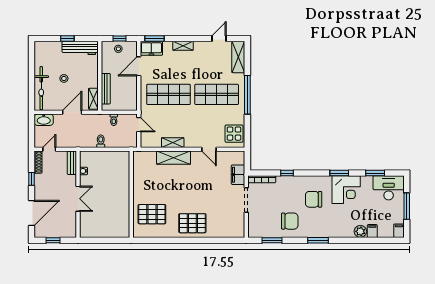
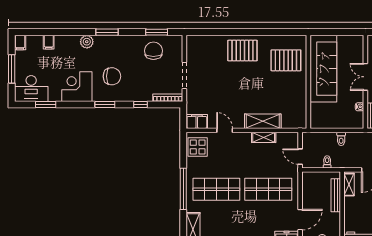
window: (339, 173) -> (105, 105), moved
filing cabinet: (238, 175) -> (197, 121), moved, turned -90
sofa: (117, 206) -> (323, 69), added
chair: (290, 221) -> (153, 51), moved, turned 90
plant: (360, 231) -> (87, 42), moved

